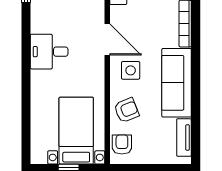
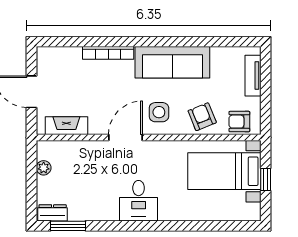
tv unit: (184, 137) -> (253, 76), moved, turned 90

